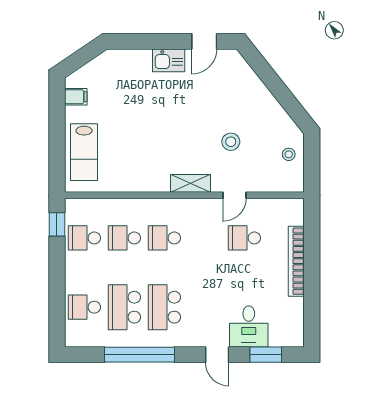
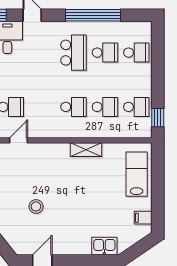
kitchen sink: (169, 60) -> (104, 246), moved
stool: (231, 142) -> (36, 206), moved
shelving: (190, 183) -> (86, 150), moved
school desk: (124, 307) -> (105, 53), width x0.54

